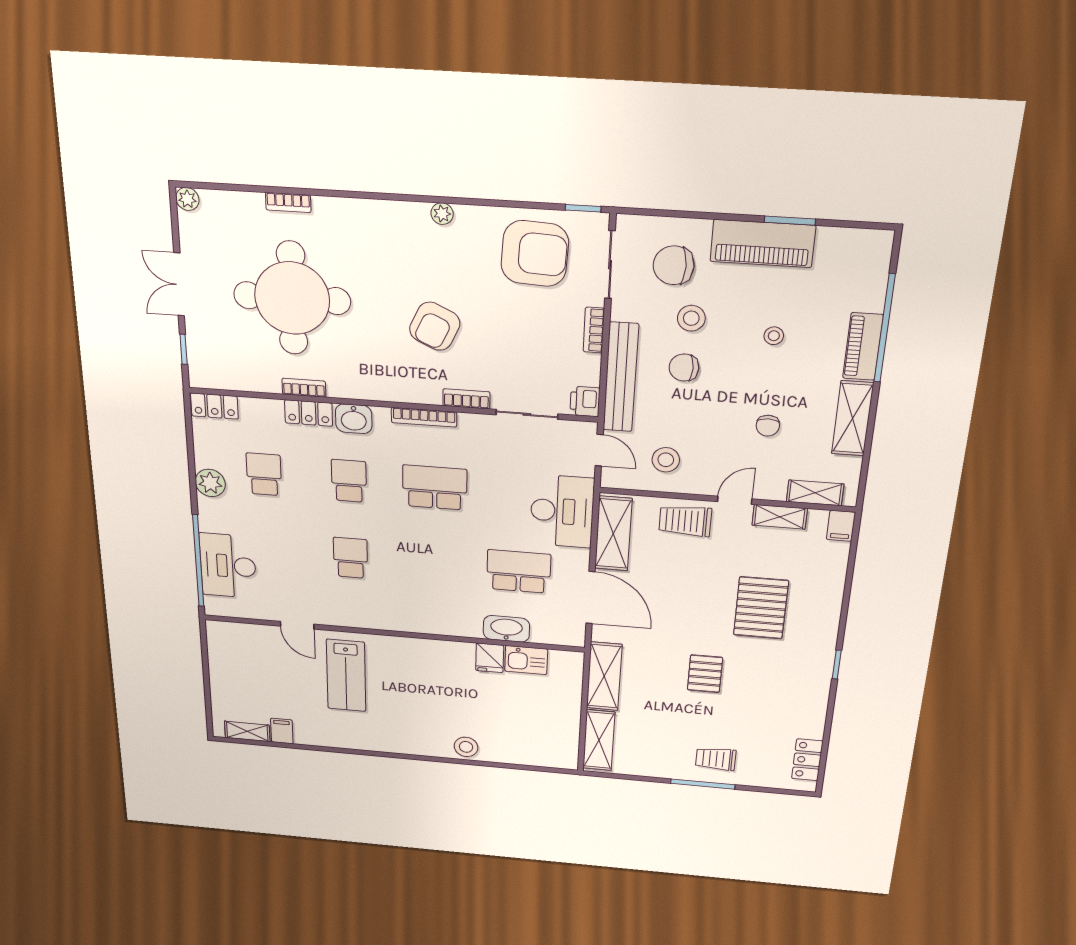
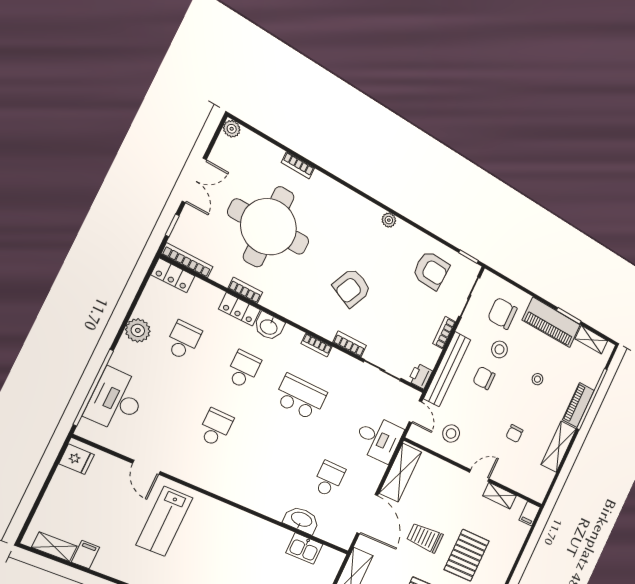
armchair: (535, 254) -> (431, 270), width x0.73, depth x0.73
double door: (179, 284) -> (194, 180), swing flipped
bookcase: (221, 382) -> (187, 260), added
bookcase: (424, 417) -> (317, 345), width x0.64
shelving: (815, 493) -> (591, 340), moved
desk: (562, 511) -> (378, 439), width x0.73
trolley: (685, 521) -> (425, 538), moved
school desk: (519, 571) -> (329, 479), width x0.54
fridge: (490, 658) -> (77, 459), moved, turned -90

